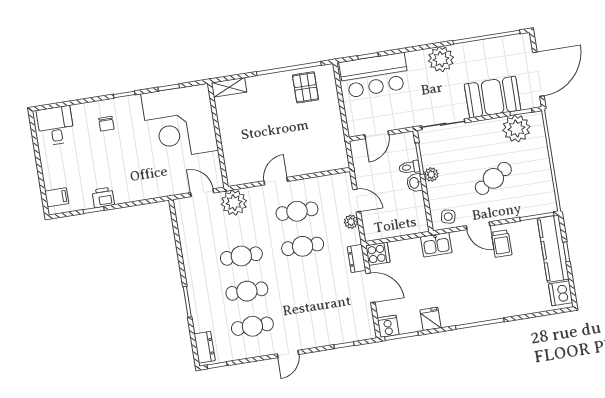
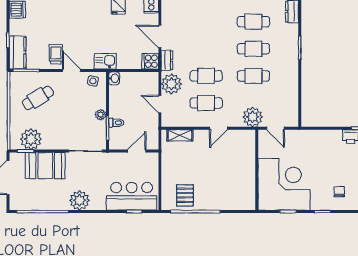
shelving: (229, 87) -> (180, 135), moved
cafe table: (493, 178) -> (38, 98), moved
washbasin: (415, 183) -> (114, 78), moved
plant: (351, 222) -> (171, 84), width x1.88, depth x1.88
kitchen counter: (553, 249) -> (18, 52), width x0.67

